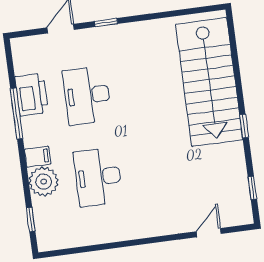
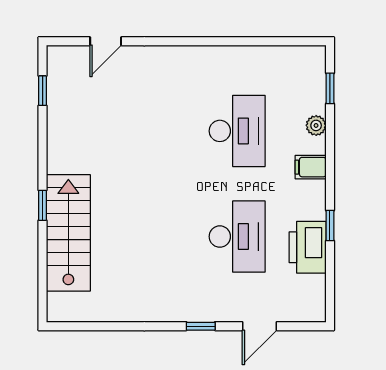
stairs: (209, 82) -> (68, 233), width x0.73, depth x0.66
window: (17, 114) -> (330, 226), width x0.46
window: (244, 126) -> (43, 205), moved
plant: (44, 182) -> (316, 125), width x0.53, depth x0.53

